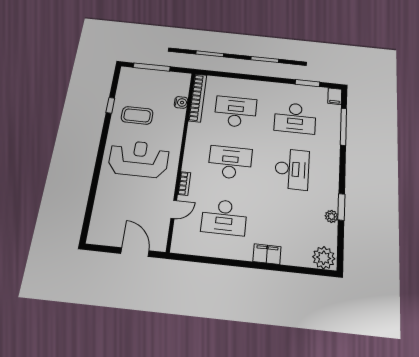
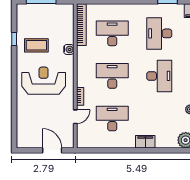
water cooler: (181, 102) -> (69, 49), moved
desk: (295, 118) -> (159, 33), turned 90
desk: (224, 217) -> (112, 118), turned 180

